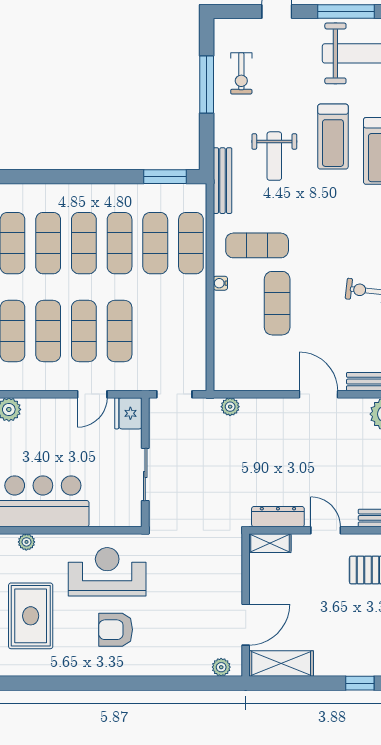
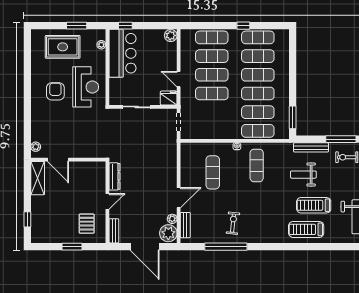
bench: (222, 181) -> (311, 147), moved
exercise mat: (277, 303) -> (213, 172), moved, turned 90
plant: (230, 407) -> (172, 219), moved
shelving: (270, 543) -> (101, 172), removed

